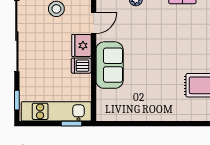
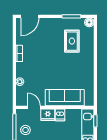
sofa: (110, 65) -> (65, 98), width x1.36

